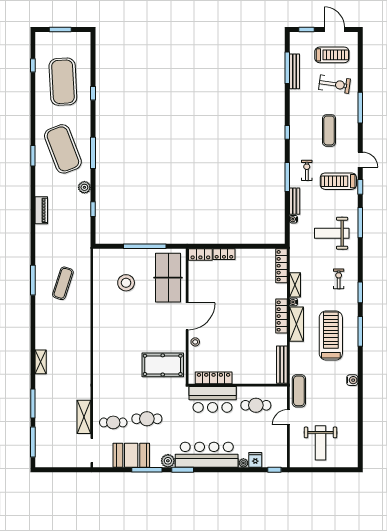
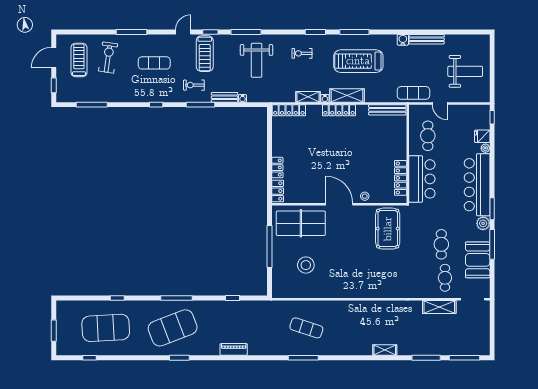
bench: (294, 71) -> (427, 39), moved
plant: (84, 187) -> (211, 306), removed

